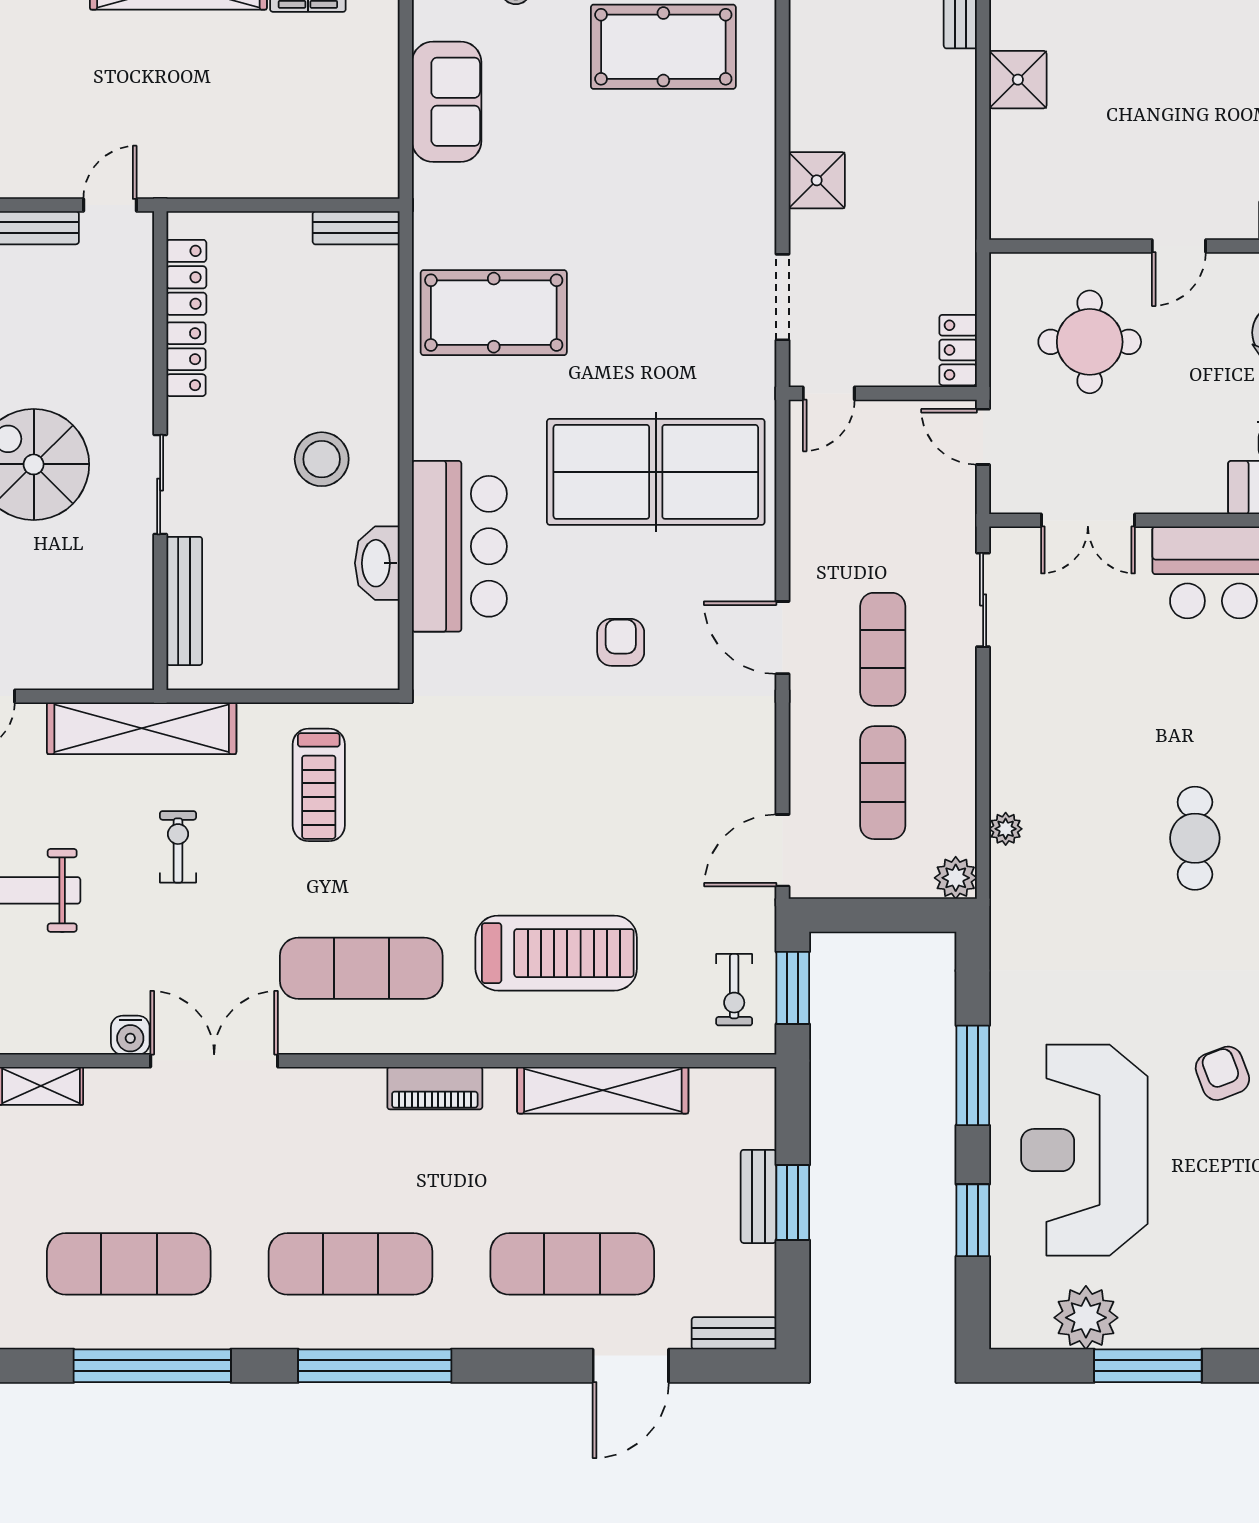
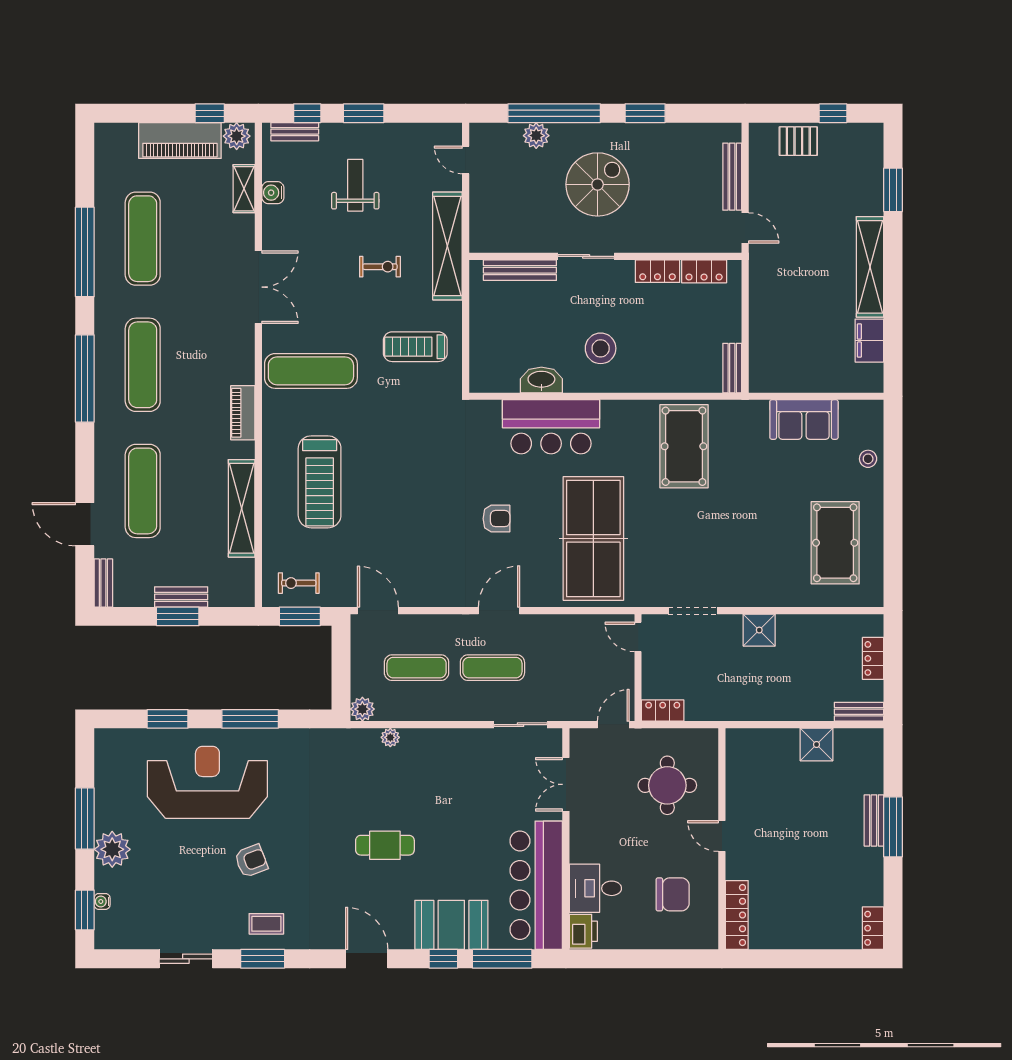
exercise mat: (361, 968) -> (311, 371), turned 90
water cooler: (130, 1035) -> (273, 193), moved
plant: (1086, 1318) -> (112, 849), moved

